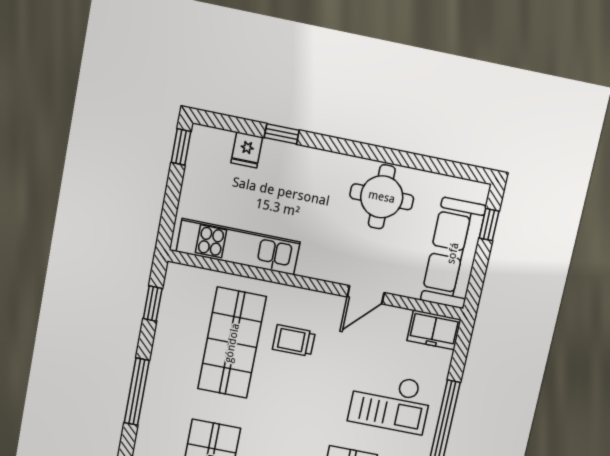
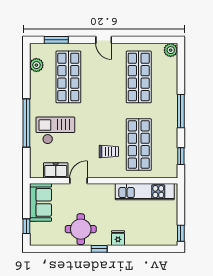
window: (282, 134) -> (99, 249), moved
fridge: (247, 150) -> (118, 238), moved
sofa: (453, 253) -> (41, 202), width x0.73
freezer: (434, 330) -> (56, 170), moved

